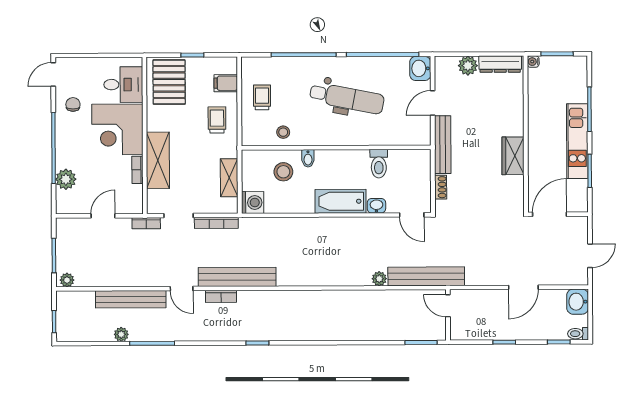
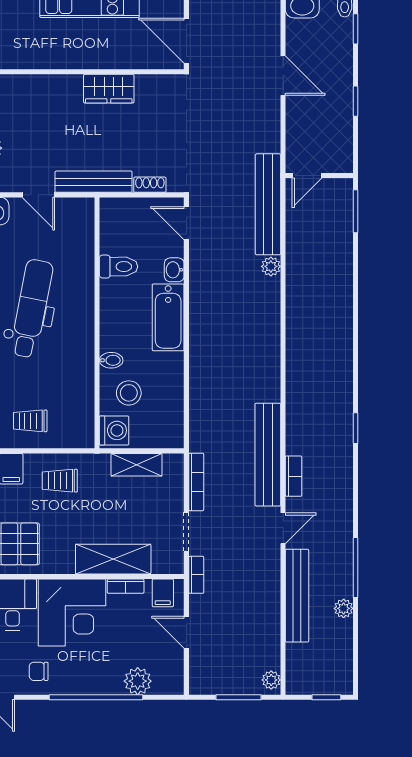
stool: (283, 132) -> (76, 393), removed
filing cabinet: (132, 198) -> (163, 593), added
washing machine: (253, 202) -> (114, 430), moved, turned 90
door: (412, 215) -> (186, 223), swing flipped

